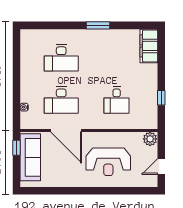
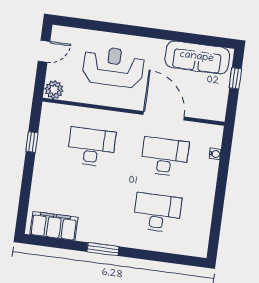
filing cabinet: (149, 46) -> (54, 226), moved, turned -90
desk: (117, 100) -> (91, 147), width x1.37
window: (17, 148) -> (235, 78), moved
sofa: (30, 157) -> (197, 57), moved, turned -90

